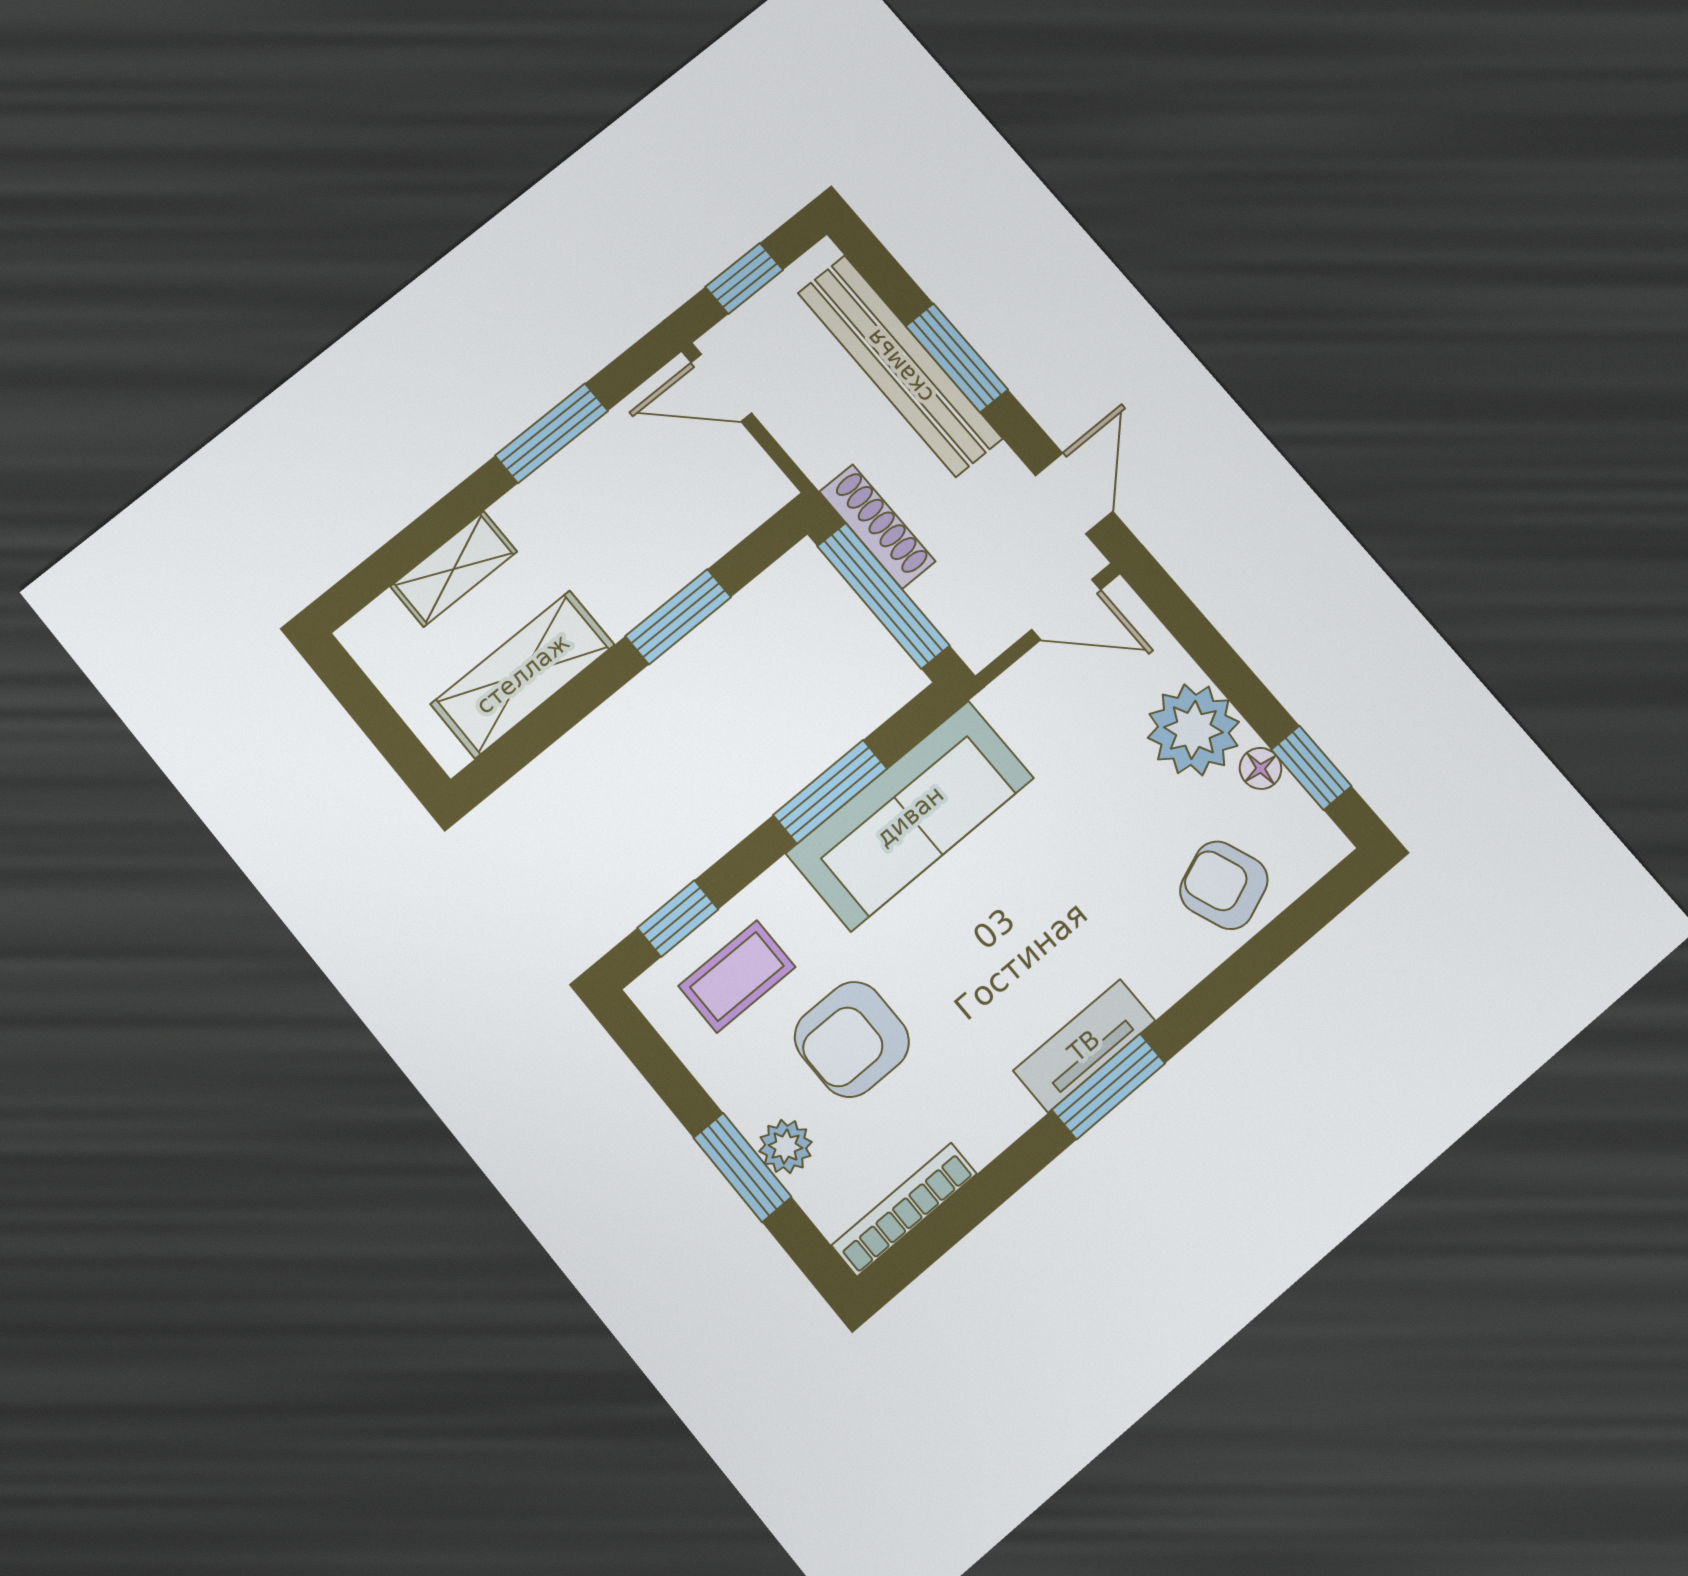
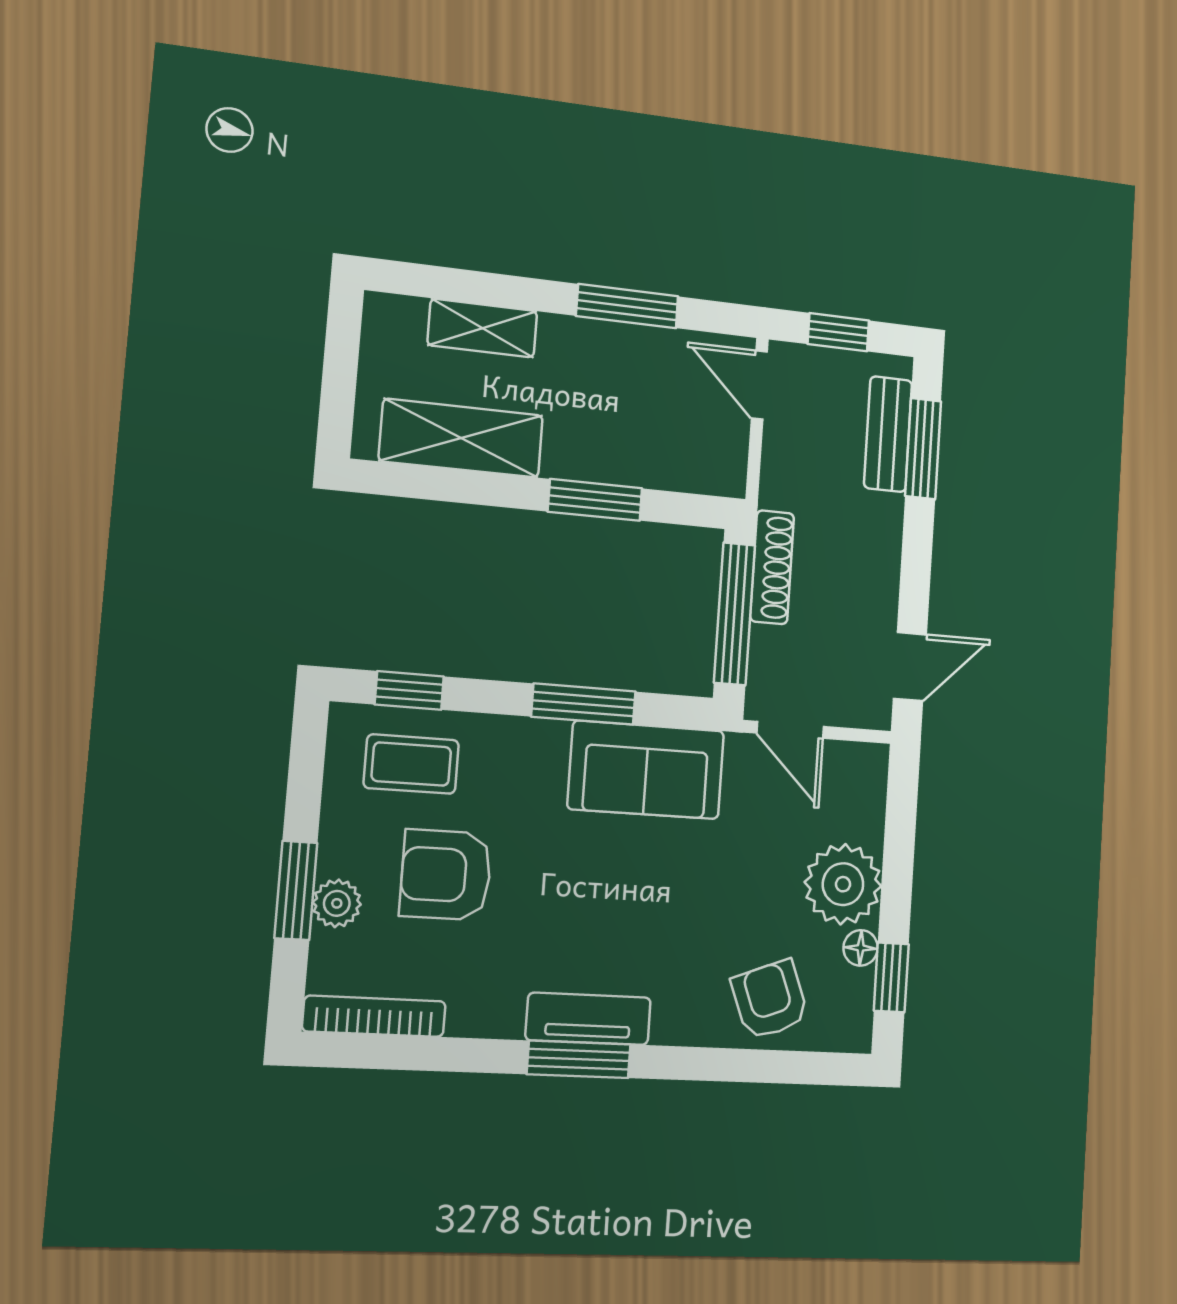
window: (957, 358) -> (923, 449), moved
bench: (900, 366) -> (888, 434), width x0.54, depth x0.82
door: (1066, 610) -> (790, 730), moved
sofa: (910, 816) -> (646, 770), width x0.73

